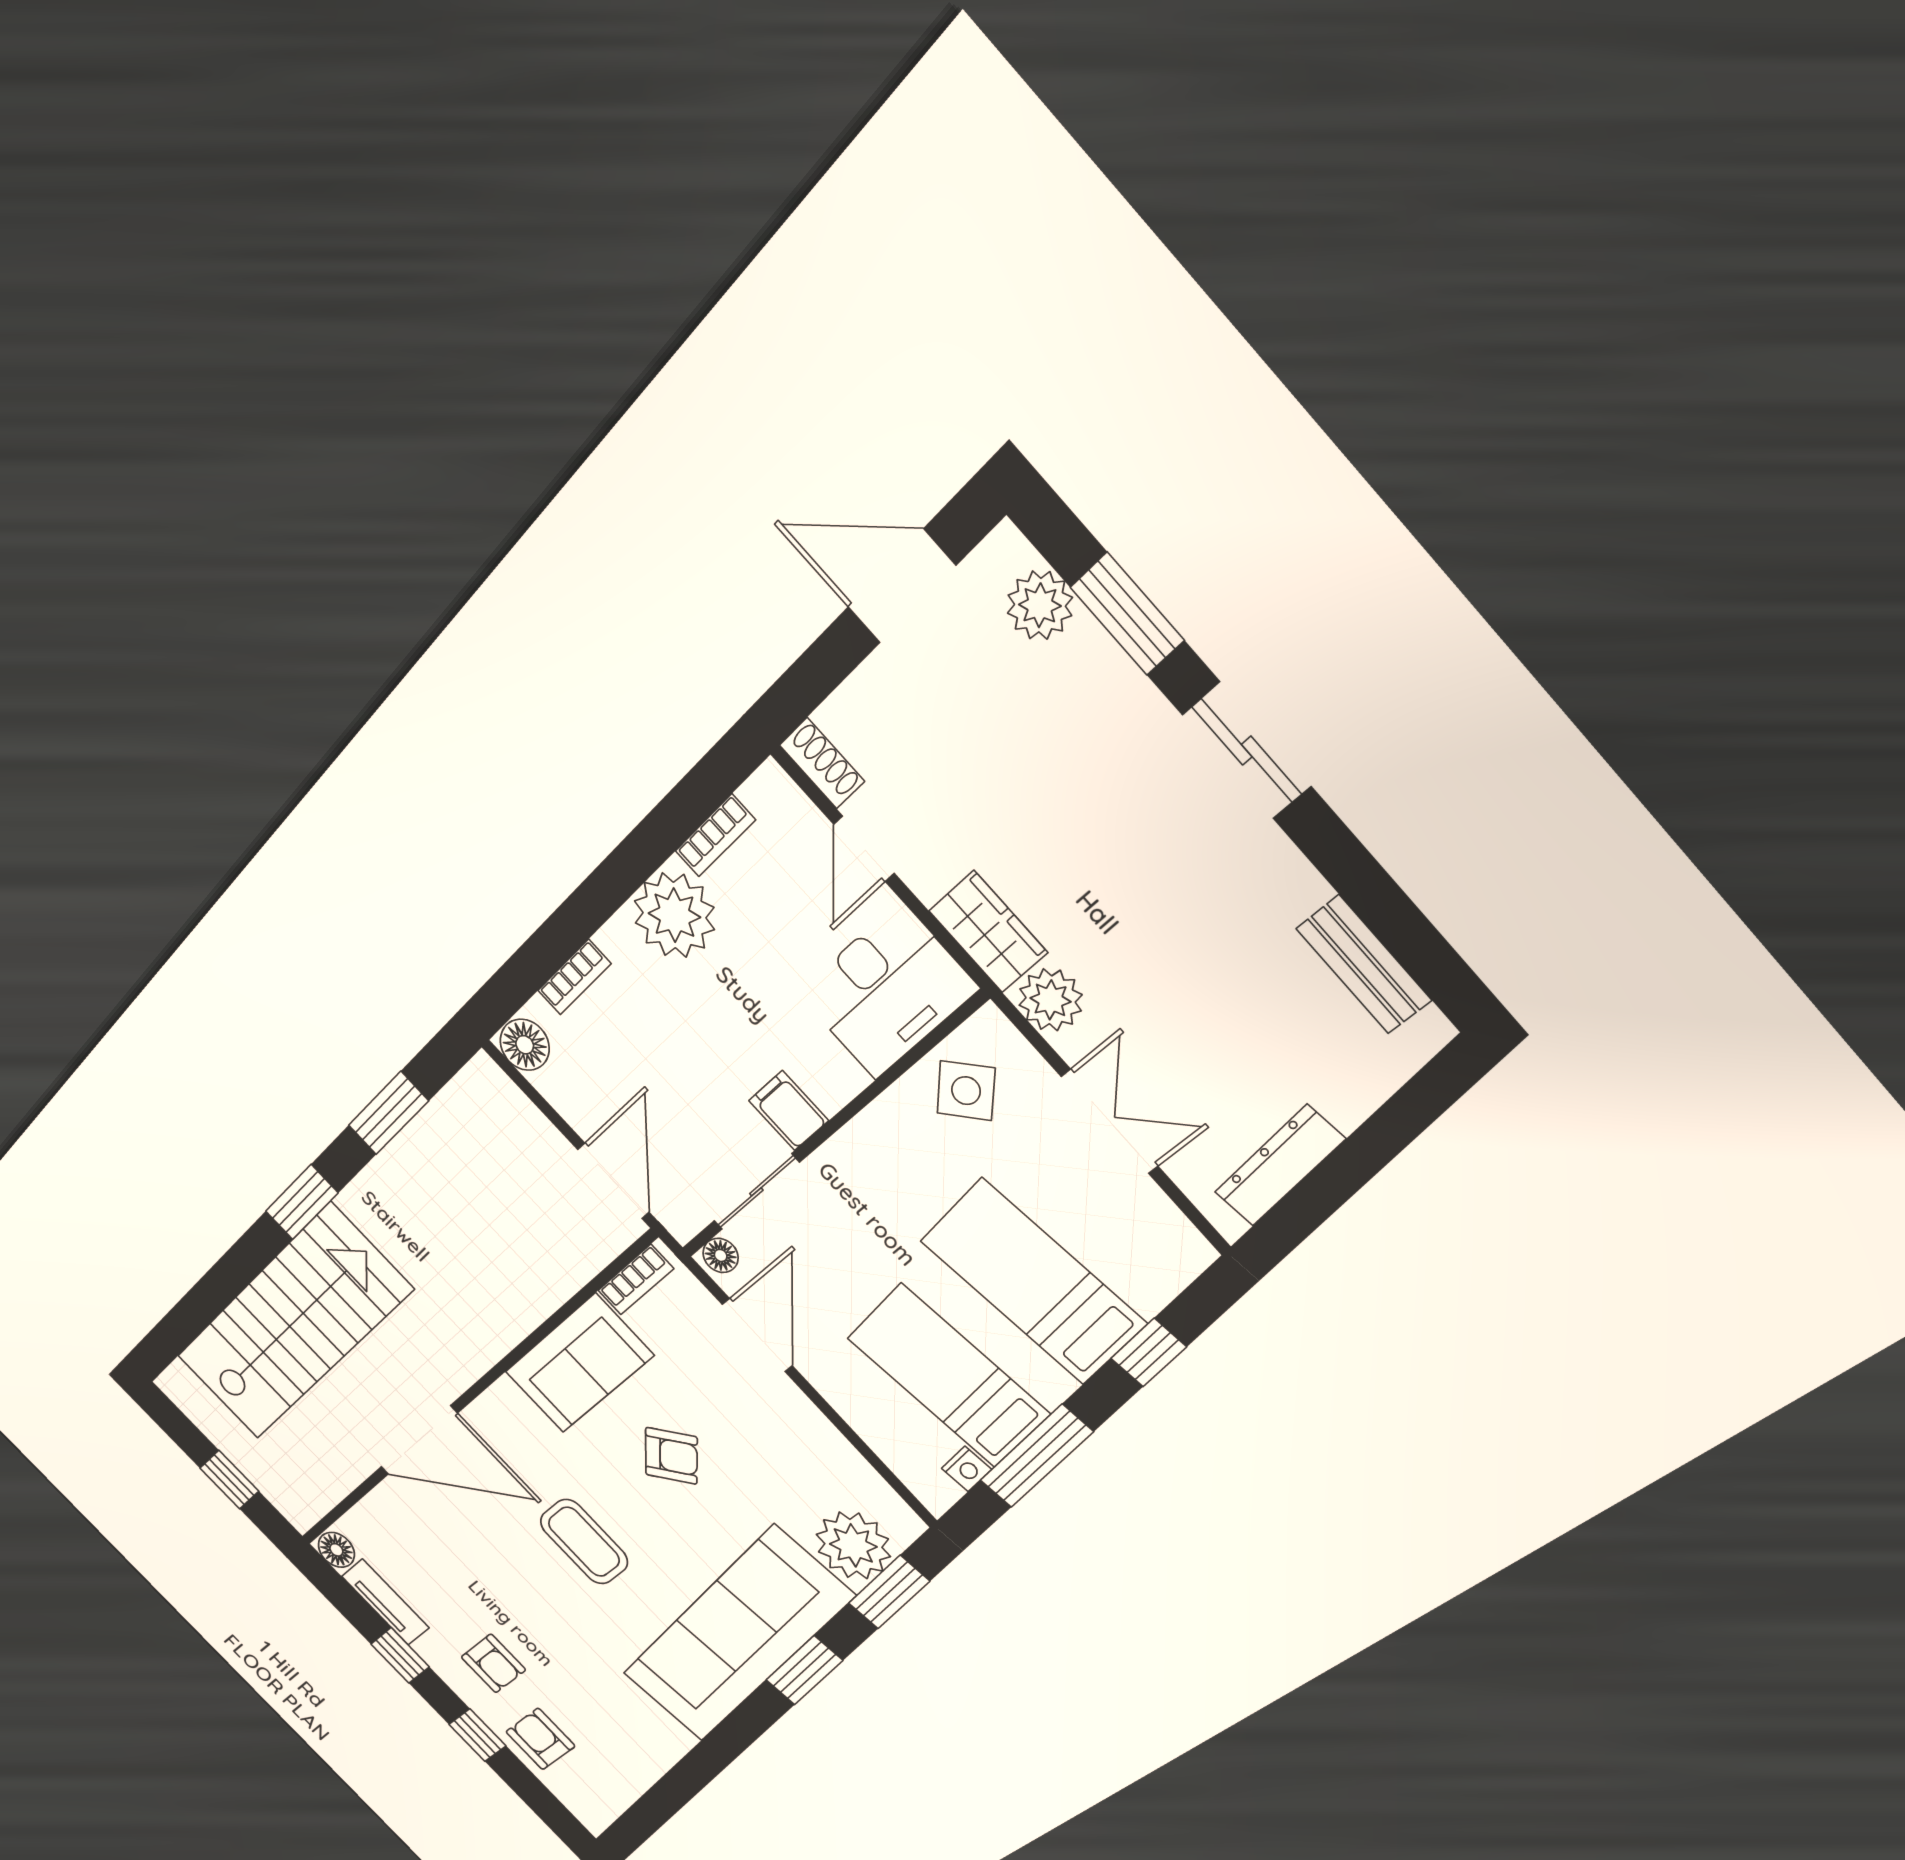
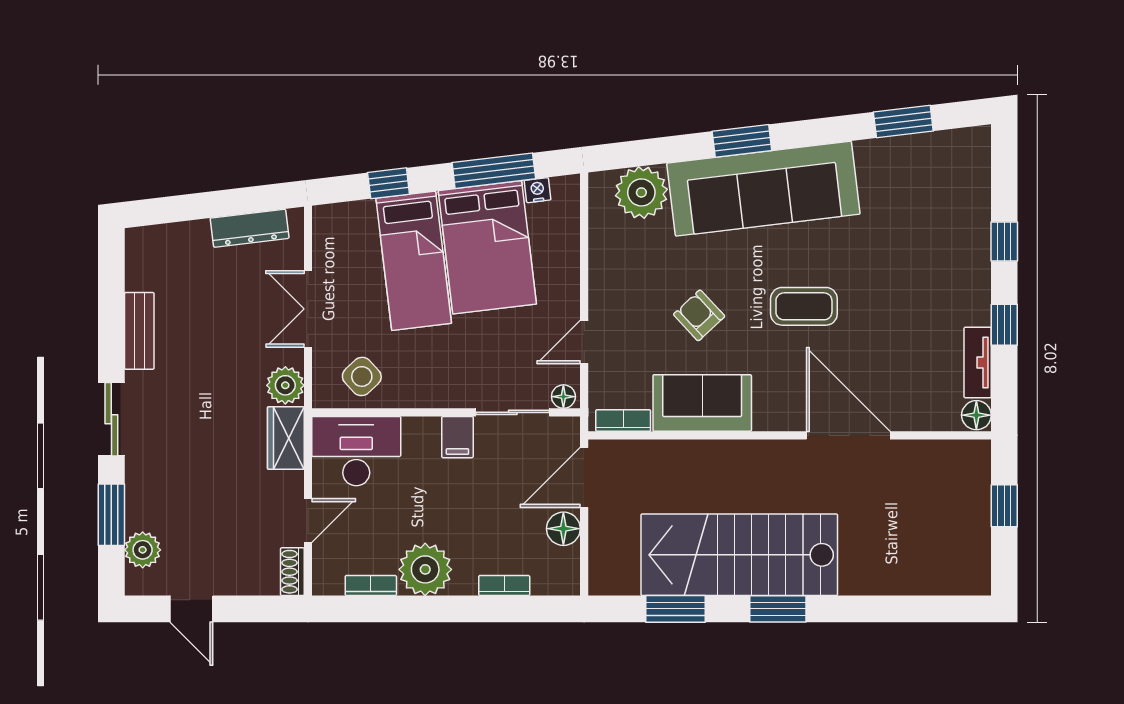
door: (901, 586) -> (191, 609), width x0.73
bench: (1364, 964) -> (139, 331), moved
floor lamp: (525, 1045) -> (563, 529), moved
stairs: (293, 1323) -> (739, 555), moved
door: (757, 1335) -> (584, 342), width x0.73
bed: (948, 1376) -> (487, 247), width x1.50
coffee table: (584, 1542) -> (804, 306), turned 90
window: (889, 1592) -> (903, 121), moved
armchair: (493, 1663) -> (943, 277), removed
armchair: (540, 1739) -> (962, 211), removed

